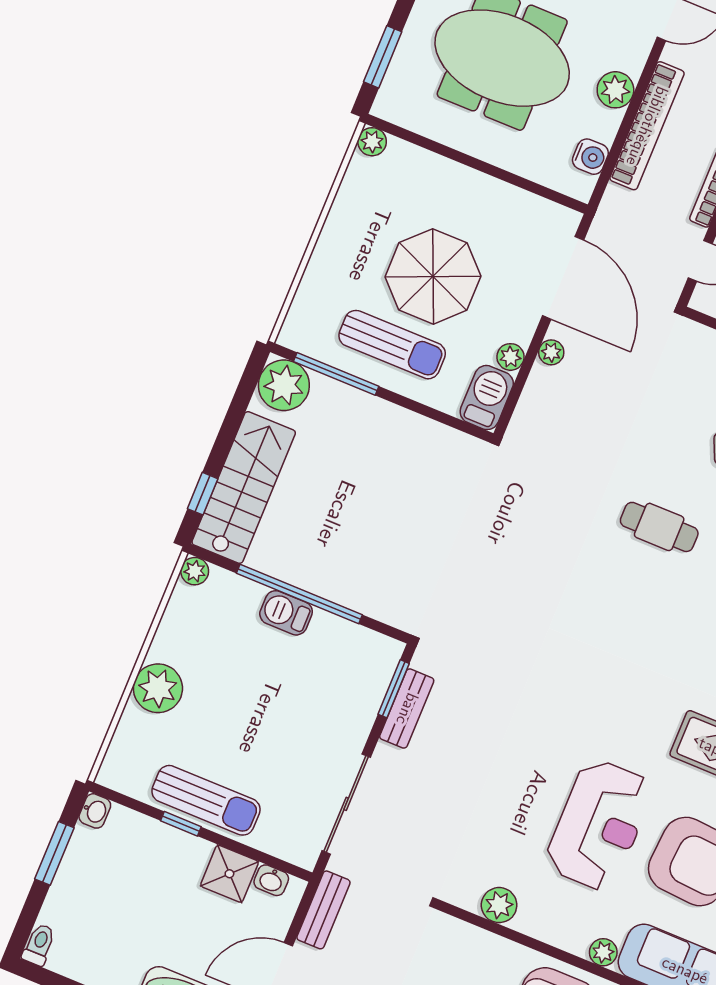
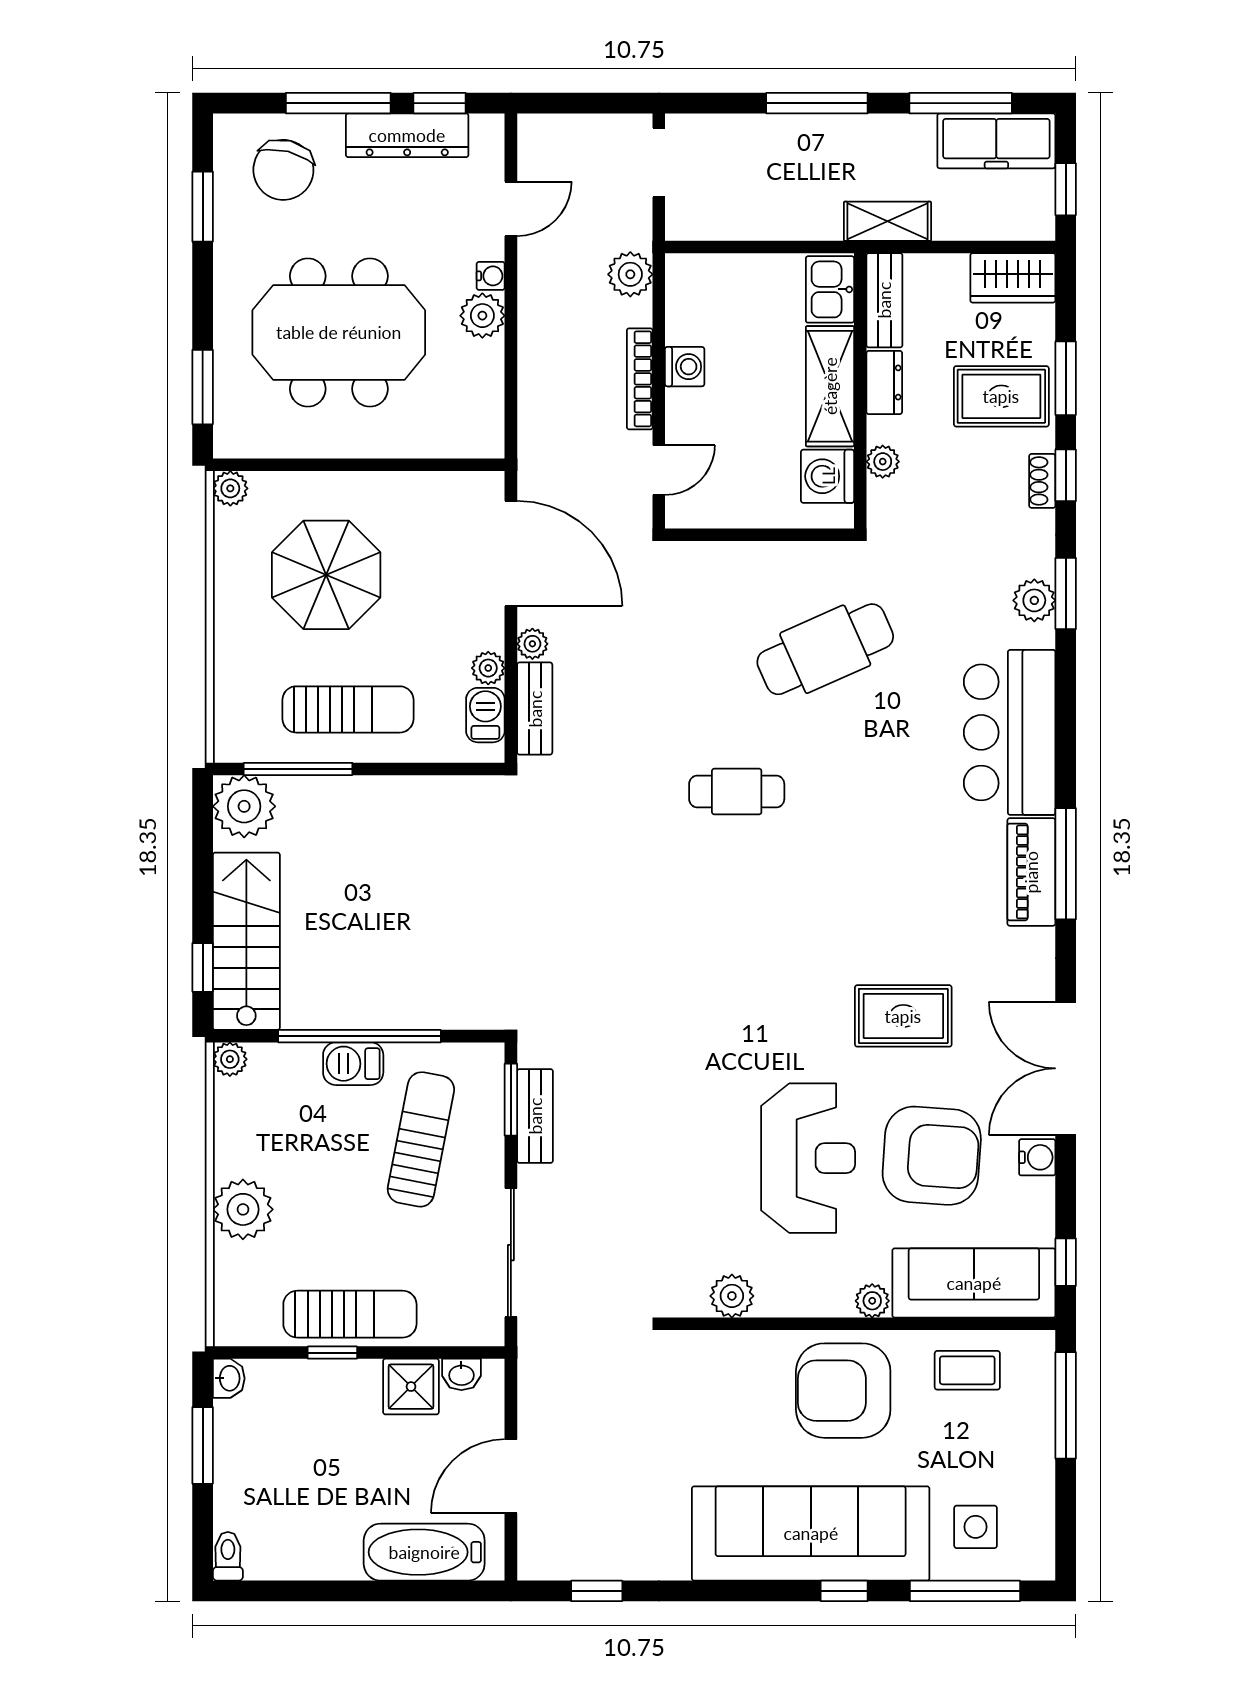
bookcase: (647, 126) -> (535, 342), removed
water cooler: (590, 157) -> (491, 276), moved, width x0.72, depth x0.72
parasol: (433, 276) -> (326, 575), moved
barbecue: (487, 398) -> (485, 715), width x0.73, depth x0.79
sun lounger: (314, 691) -> (421, 1139), added
bench: (323, 910) -> (535, 709), moved

